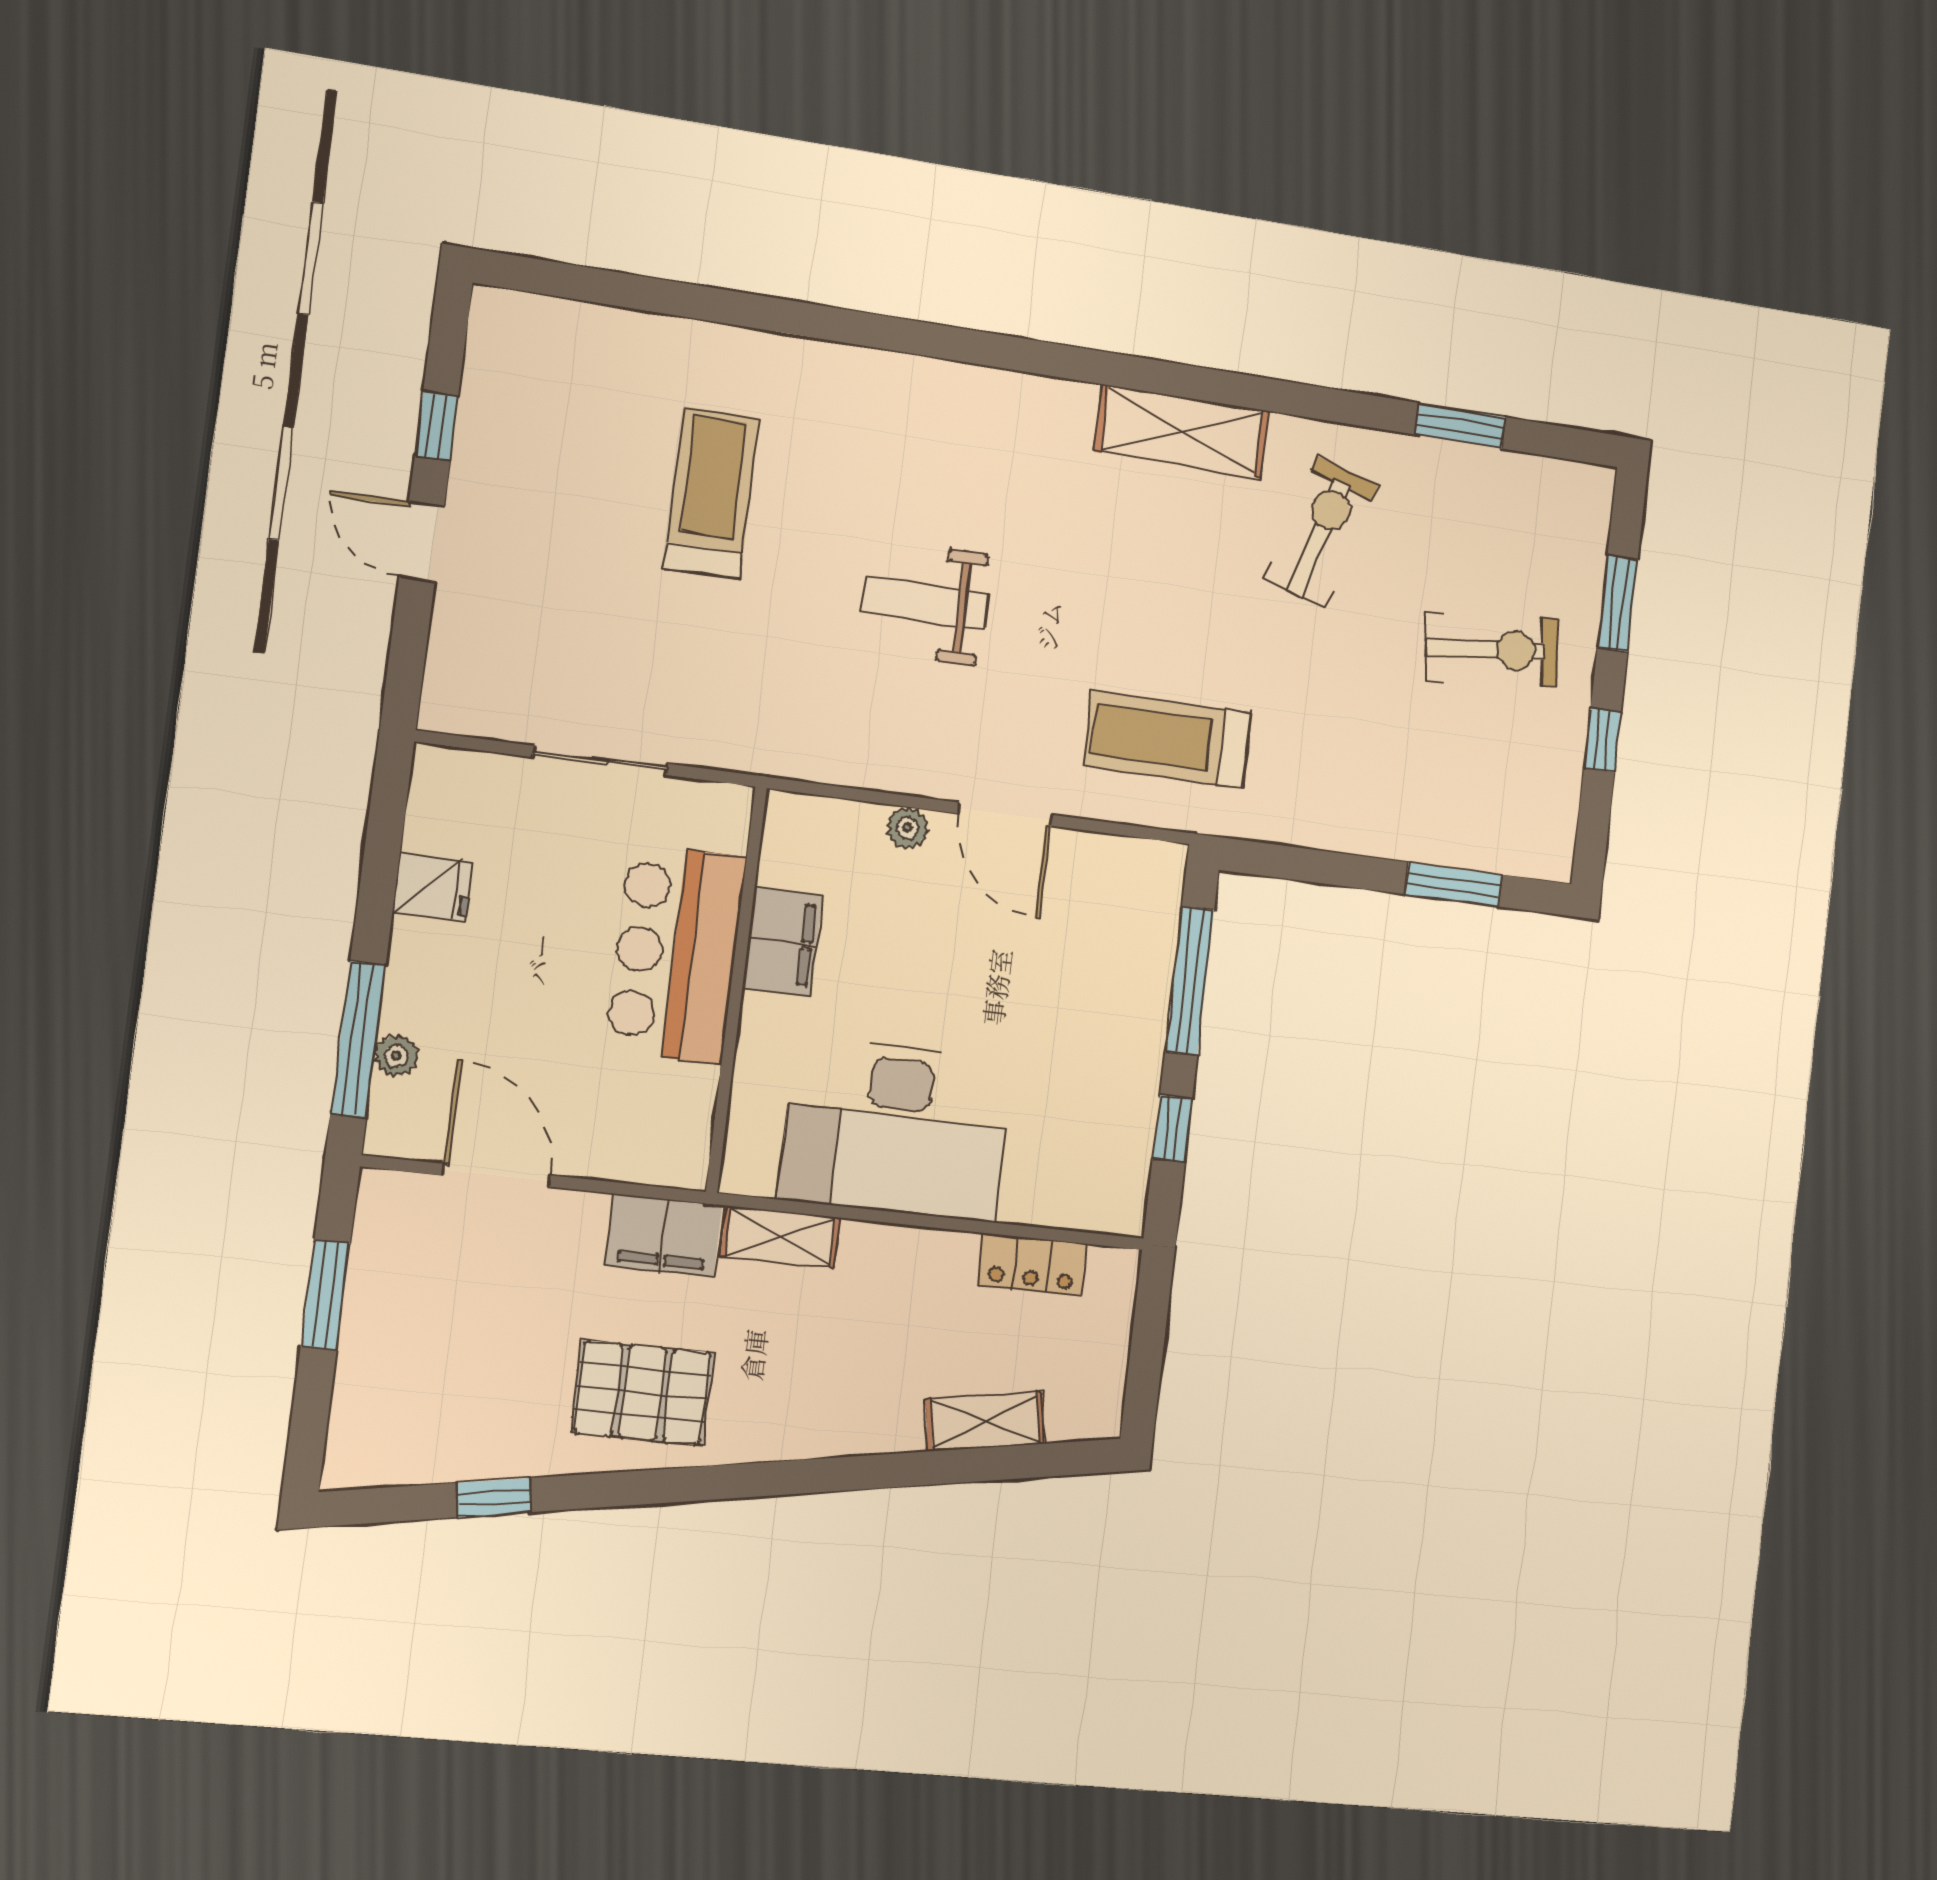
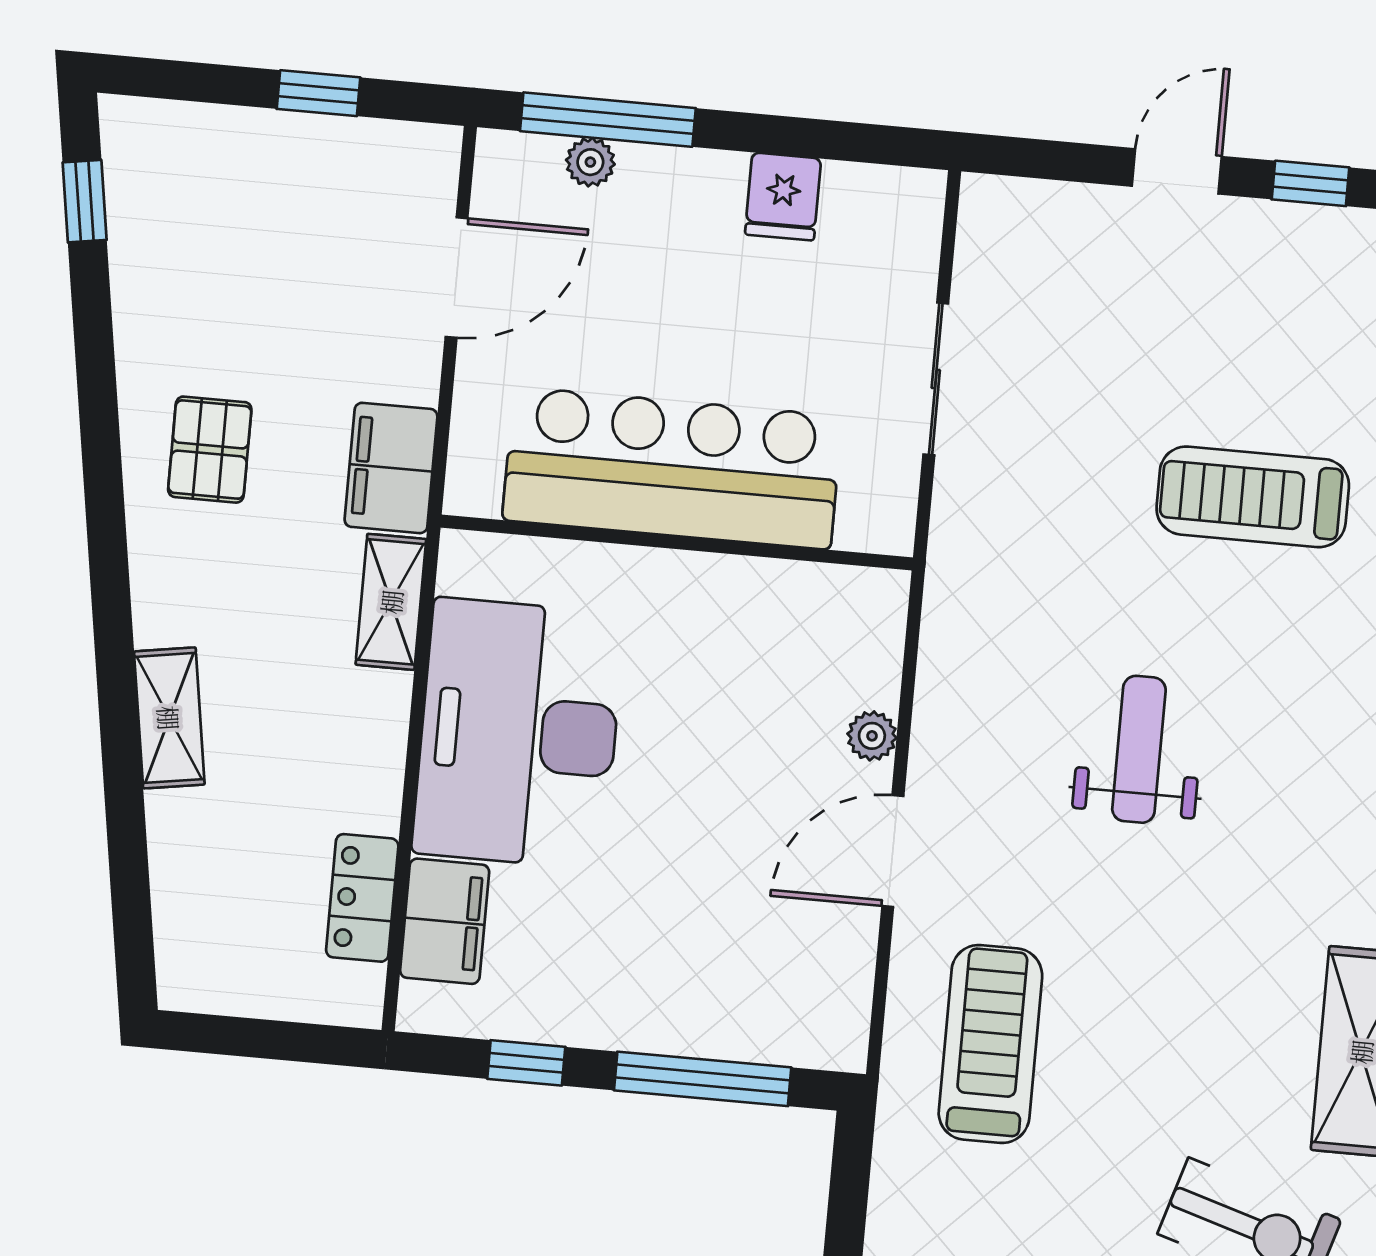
treadmill: (712, 493) -> (1253, 497), turned 180
filing cabinet: (783, 942) -> (445, 921), moved, turned -90
bar counter: (676, 953) -> (672, 468), width x1.36
window: (325, 1295) -> (318, 93), width x0.67
pallet: (643, 1393) -> (210, 450), width x0.67, depth x0.71
shelving: (985, 1421) -> (169, 718), moved
window: (494, 1498) -> (85, 201), moved

